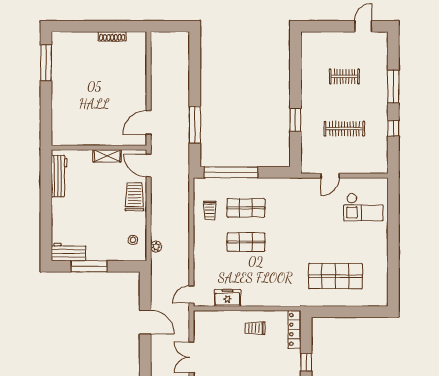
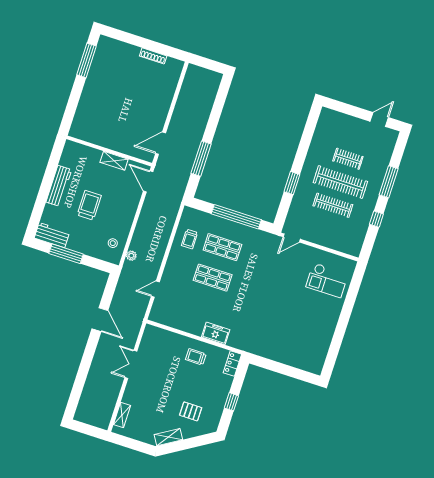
clothes rail: (344, 103) -> (340, 182), added
window: (231, 172) -> (236, 217), moved
workbench: (59, 176) -> (59, 186), moved
door: (330, 176) -> (292, 238), moved
trolley: (135, 197) -> (89, 205), moved
shop shelf: (335, 276) -> (282, 334), removed
door: (191, 295) -> (155, 289), moved
freezer: (228, 298) -> (216, 333), moved
locker: (294, 329) -> (232, 363), width x0.66

